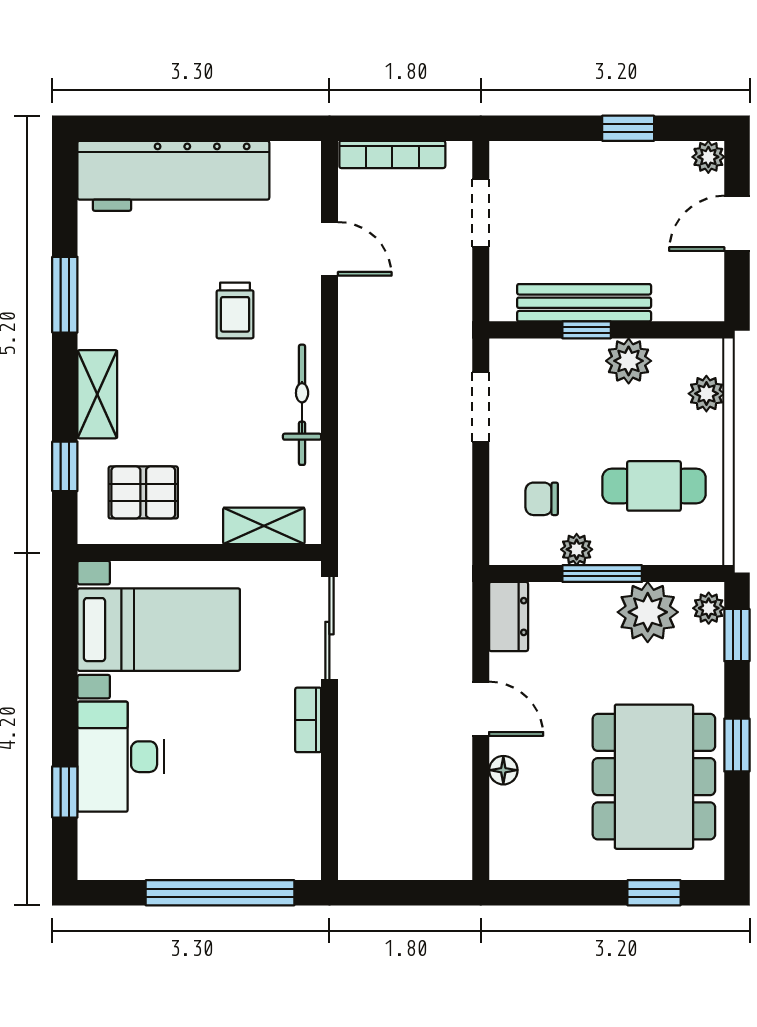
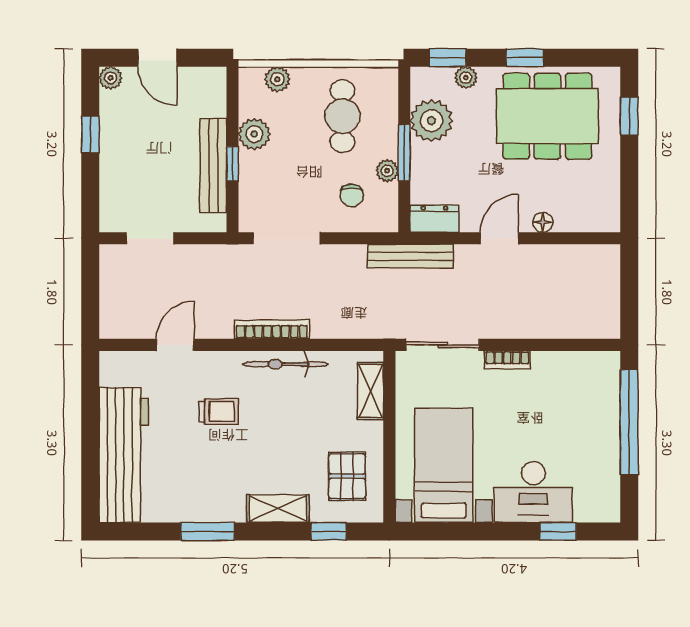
bookcase: (392, 154) -> (272, 329), moved, turned -90
doorway: (481, 407) -> (287, 238), width x1.38
bench: (455, 582) -> (410, 256), added
plant: (709, 608) -> (466, 78), moved

